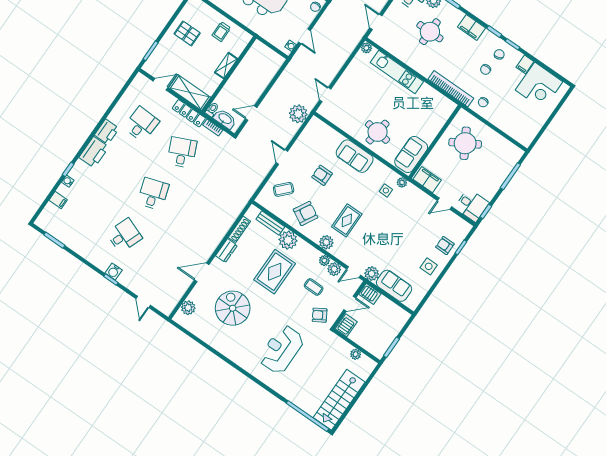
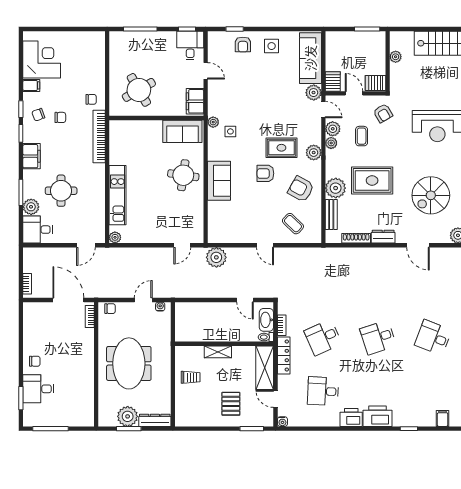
pallet: (187, 33) -> (231, 404), moved
door: (282, 157) -> (265, 245), hinge flipped
armchair: (322, 175) -> (265, 173), moved, turned 90
water cooler: (68, 181) -> (282, 422), moved
sofa: (394, 286) -> (310, 58), width x1.36

